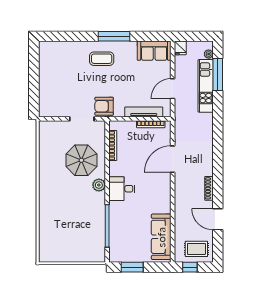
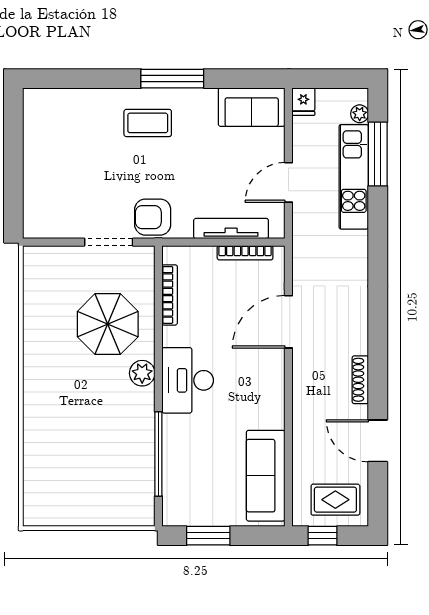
desk: (122, 189) -> (188, 380), width x1.37

